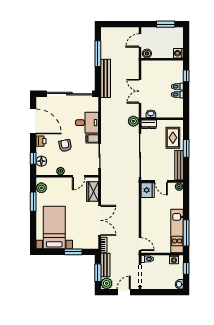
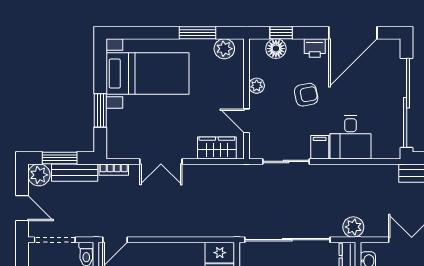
double door: (100, 220) -> (161, 161), width x0.73

